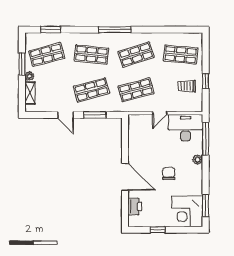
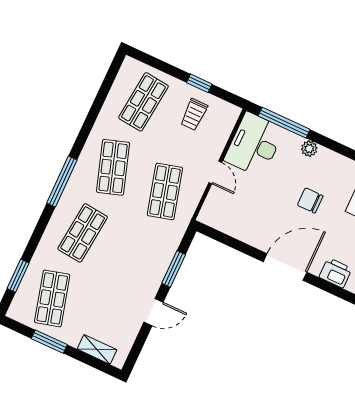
plant: (29, 76) -> (72, 339), removed
shop shelf: (91, 90) -> (134, 257), removed

